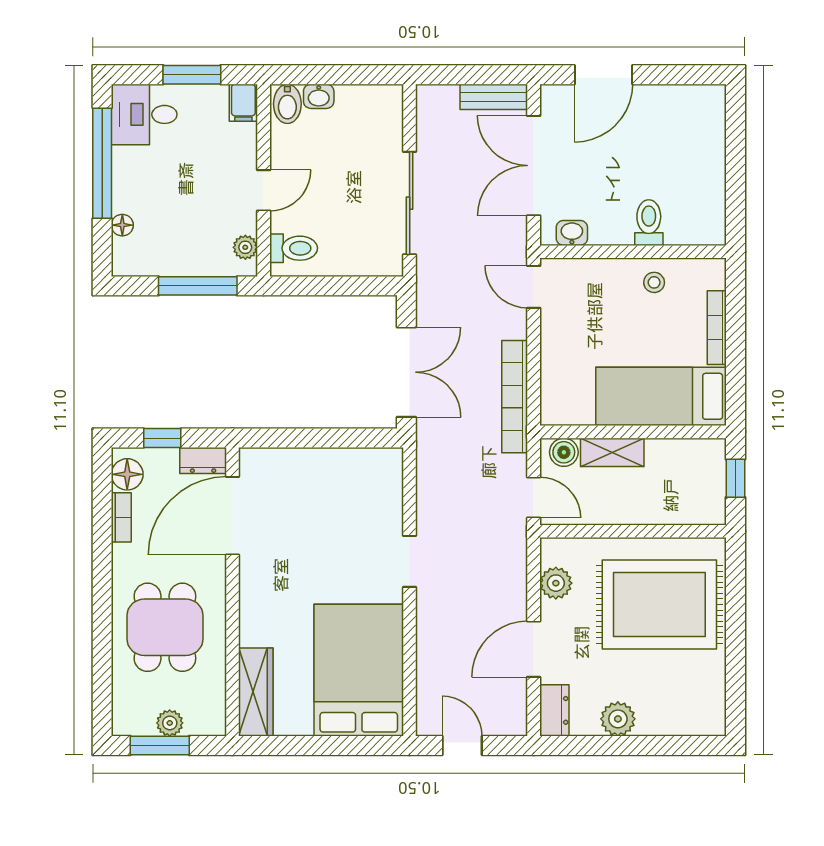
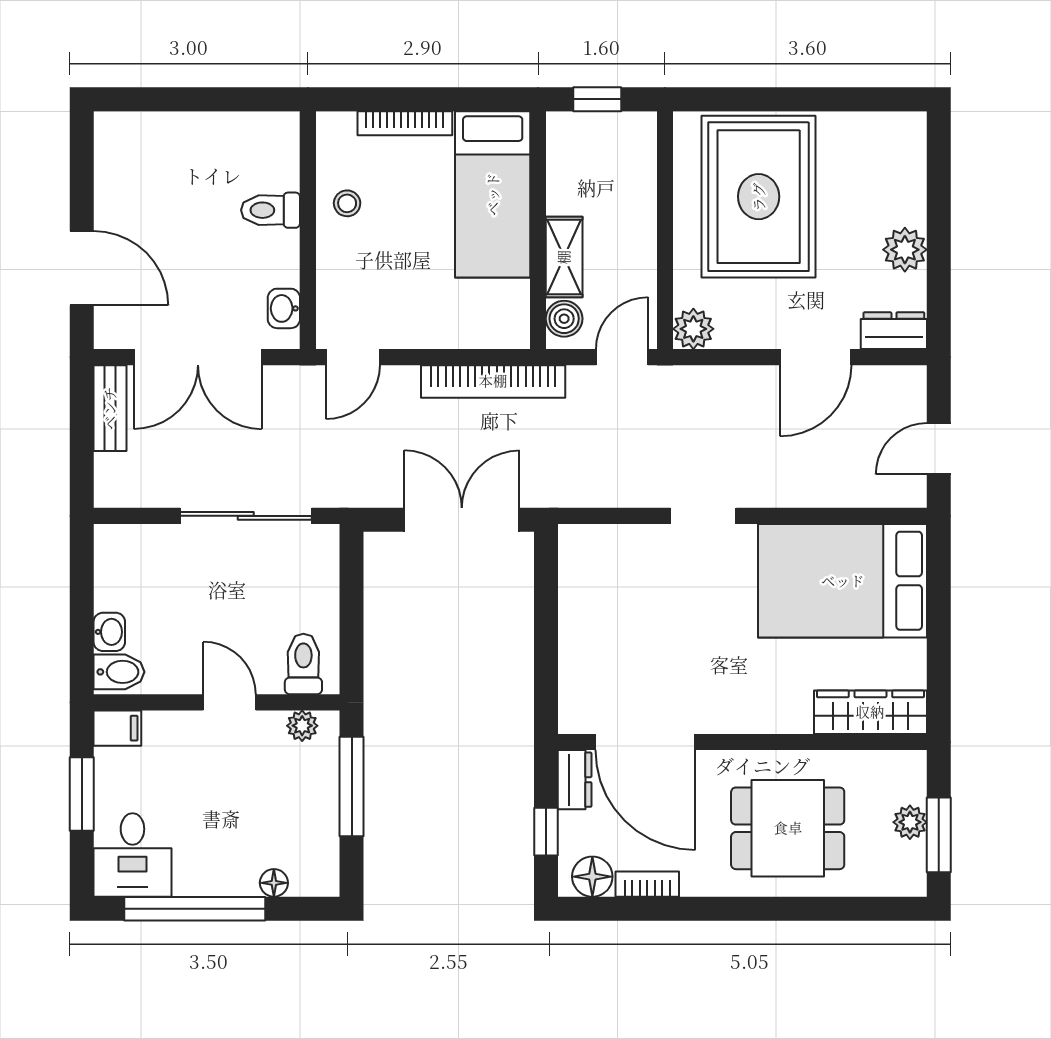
plant: (556, 583) -> (693, 329), moved
door: (534, 649) -> (816, 357), hinge flipped

